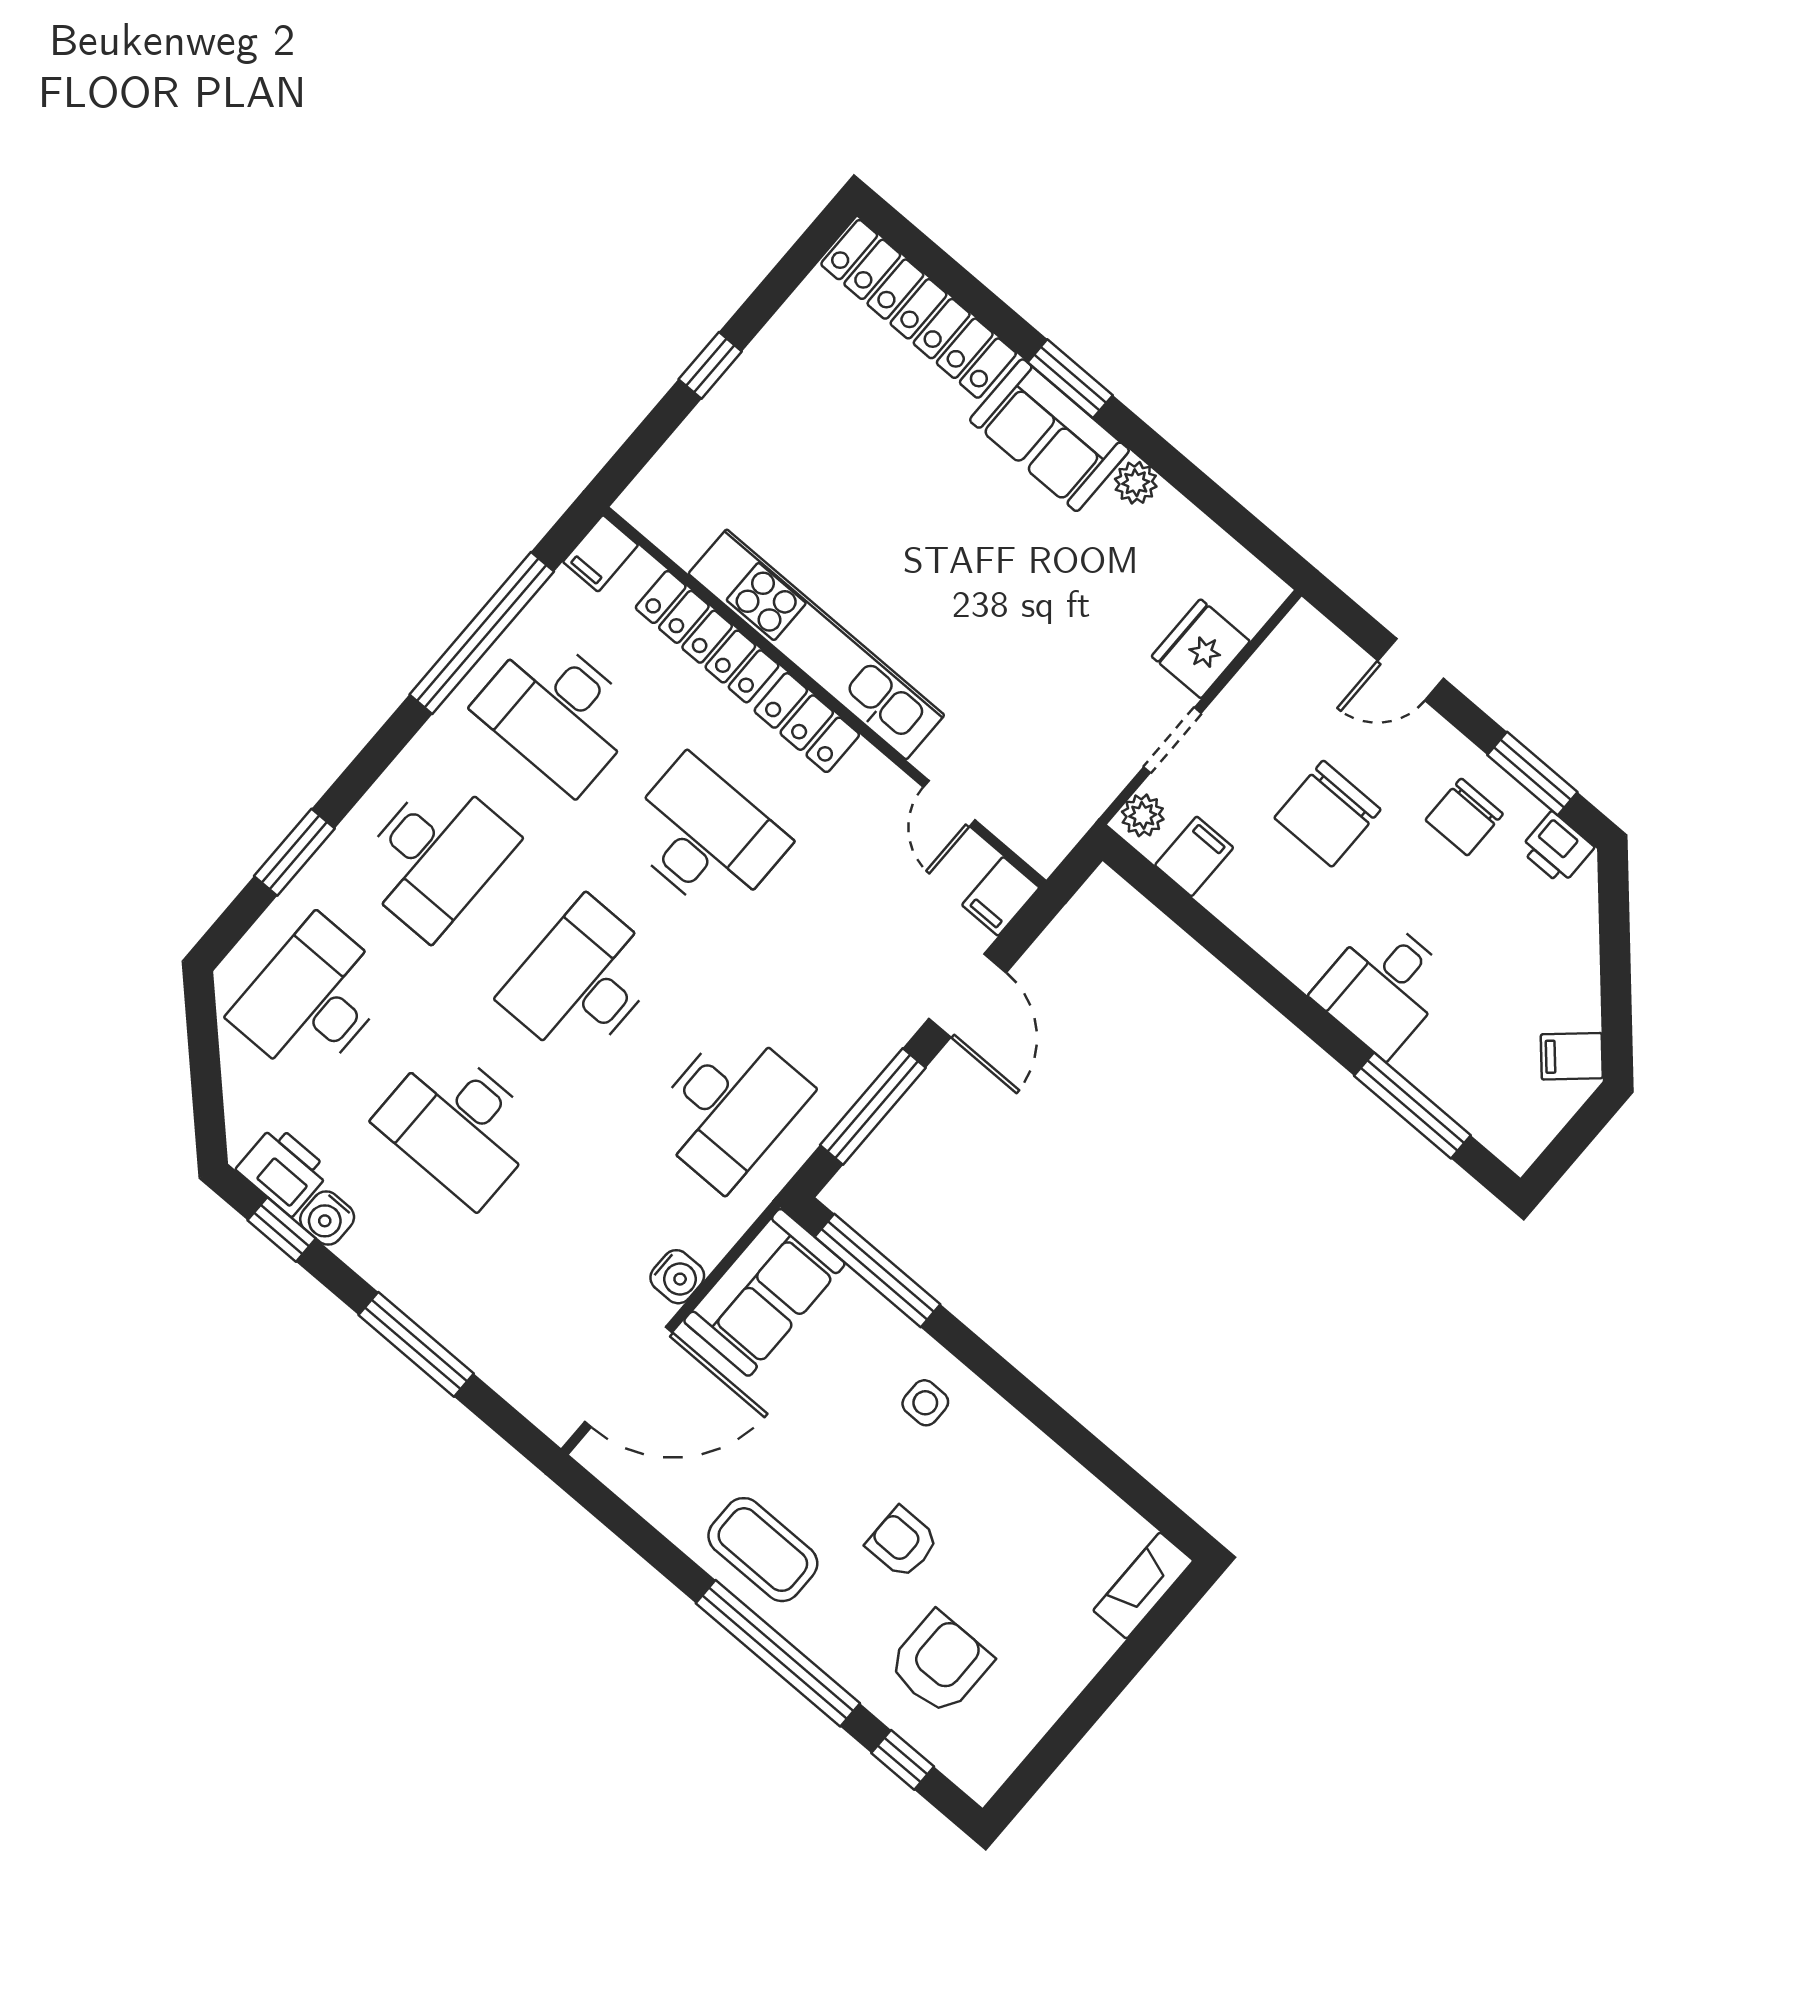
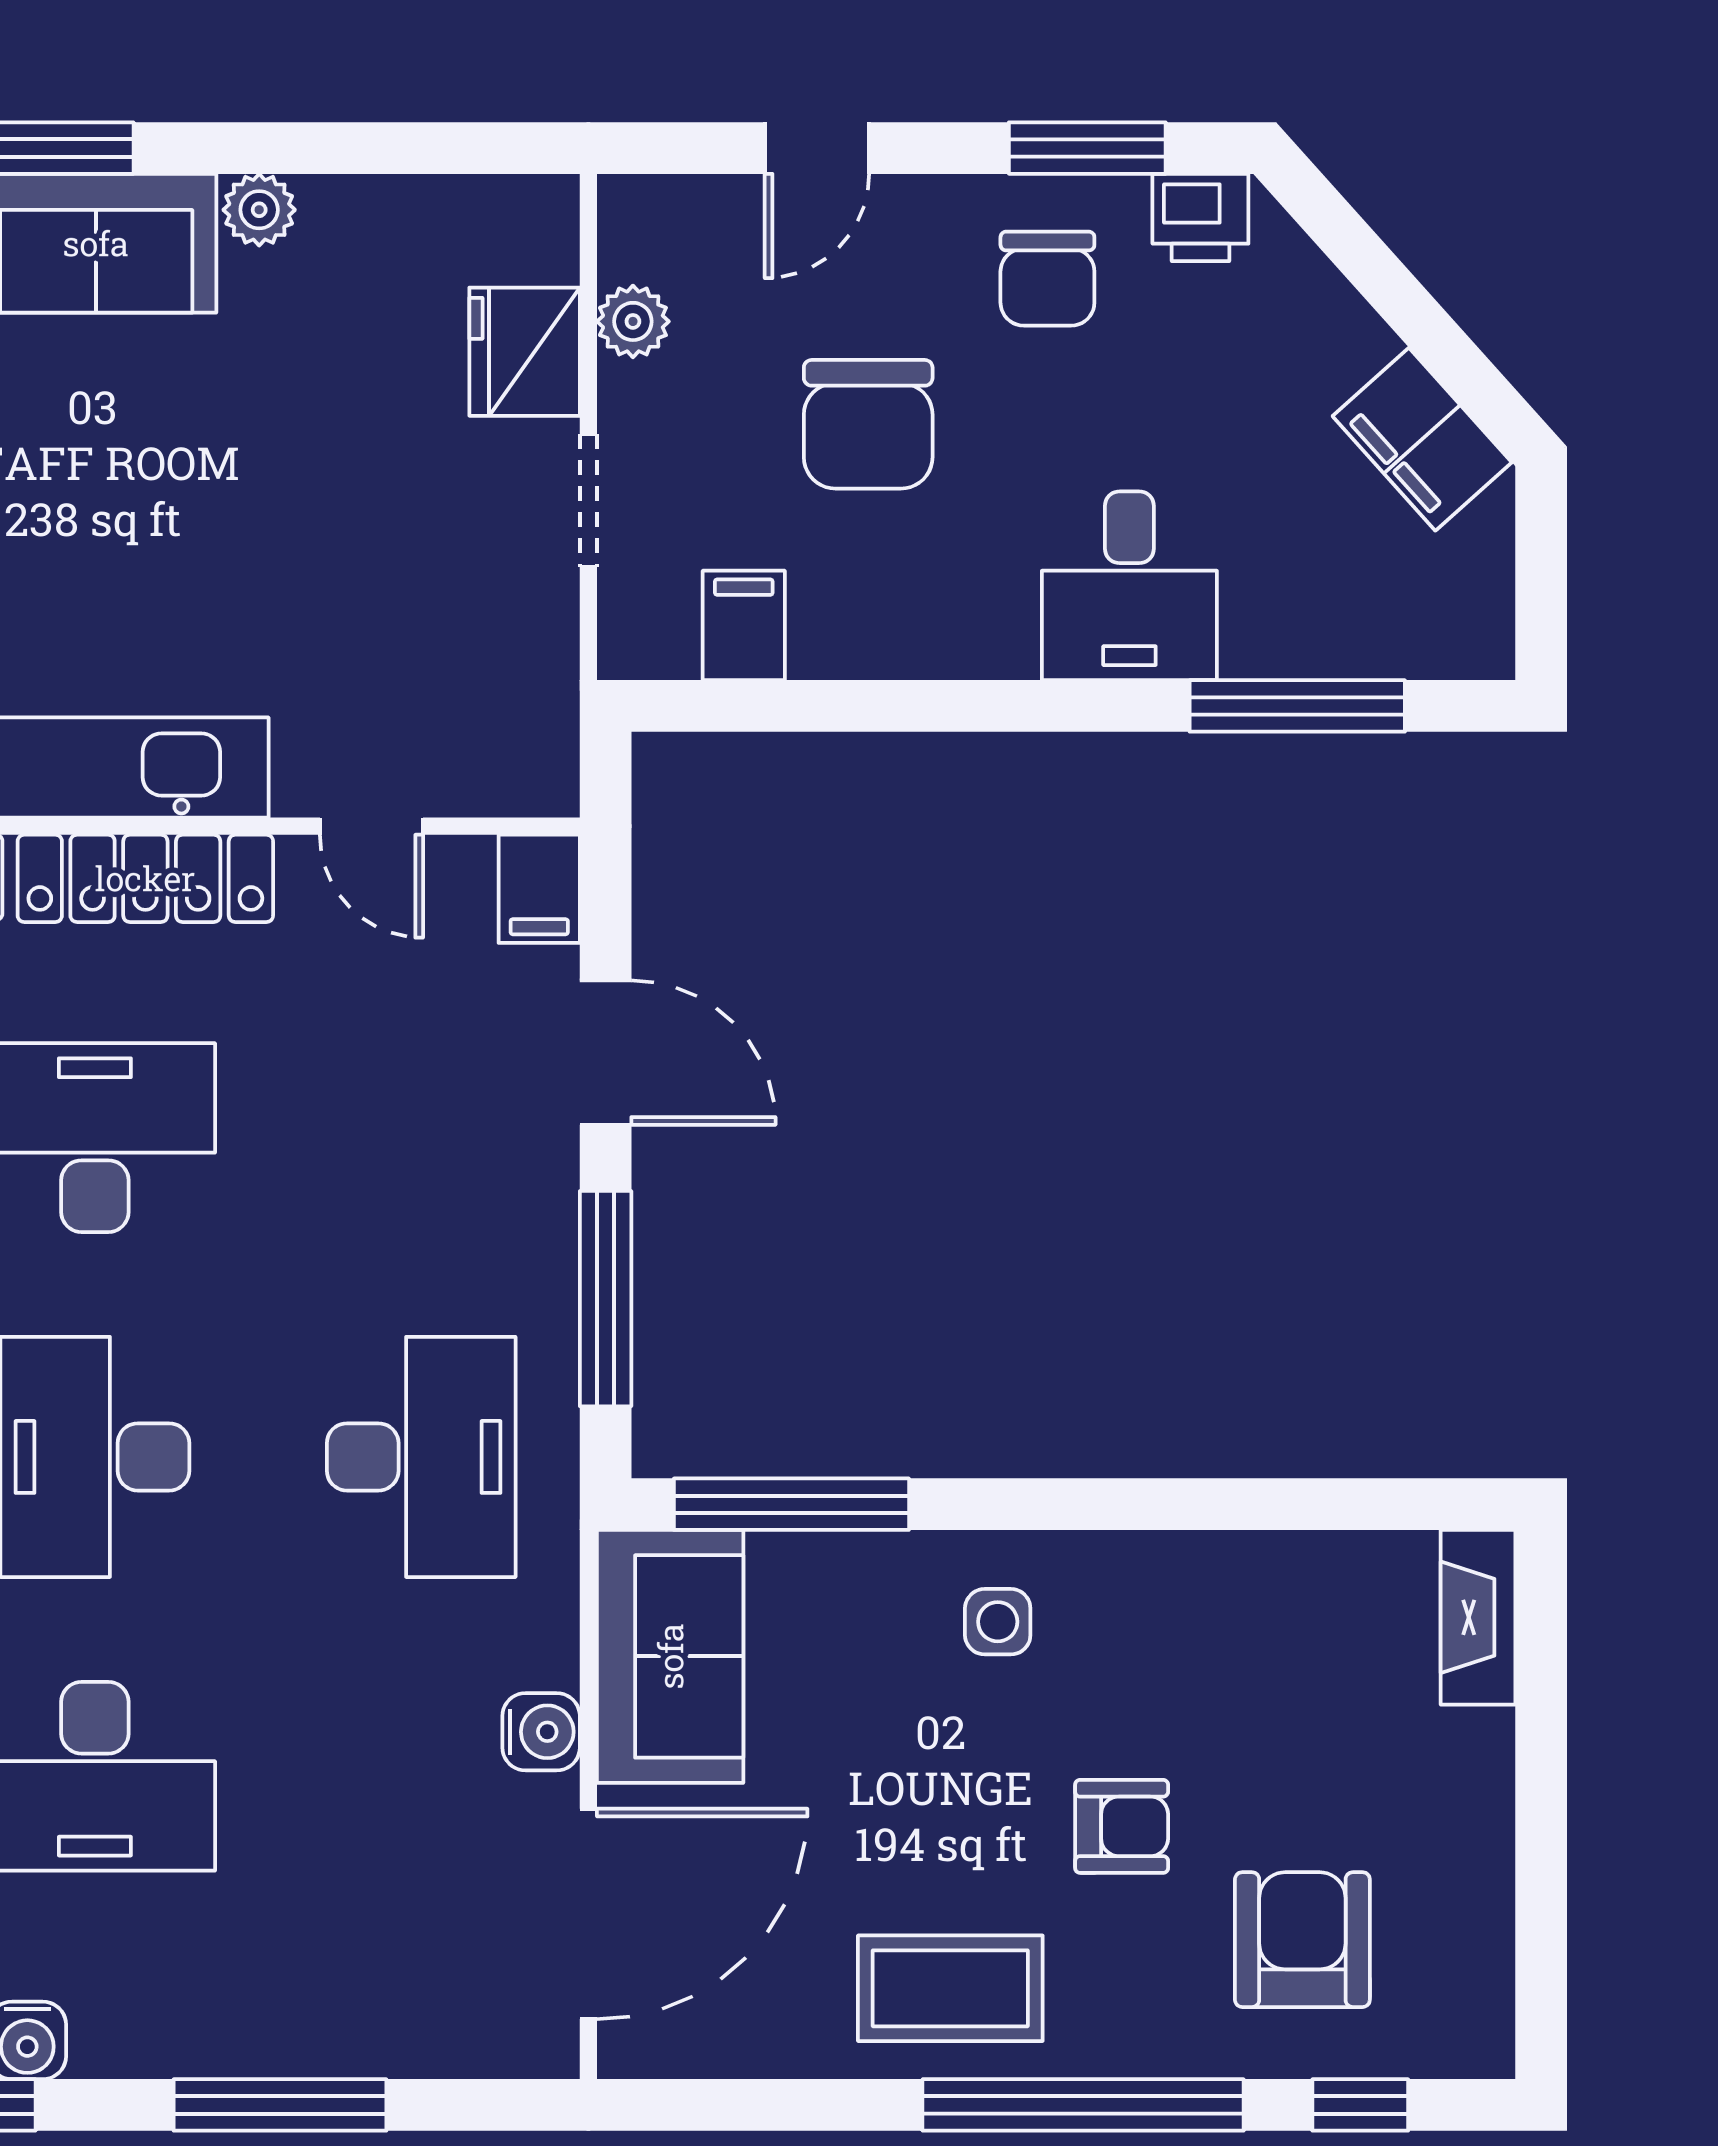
locker: (807, 723) -> (145, 878), width x1.53
plant: (1143, 815) -> (633, 321), moved
filing cabinet: (1572, 1056) -> (1422, 439), width x2.00
armchair: (902, 1543) -> (1122, 1826), turned 180

